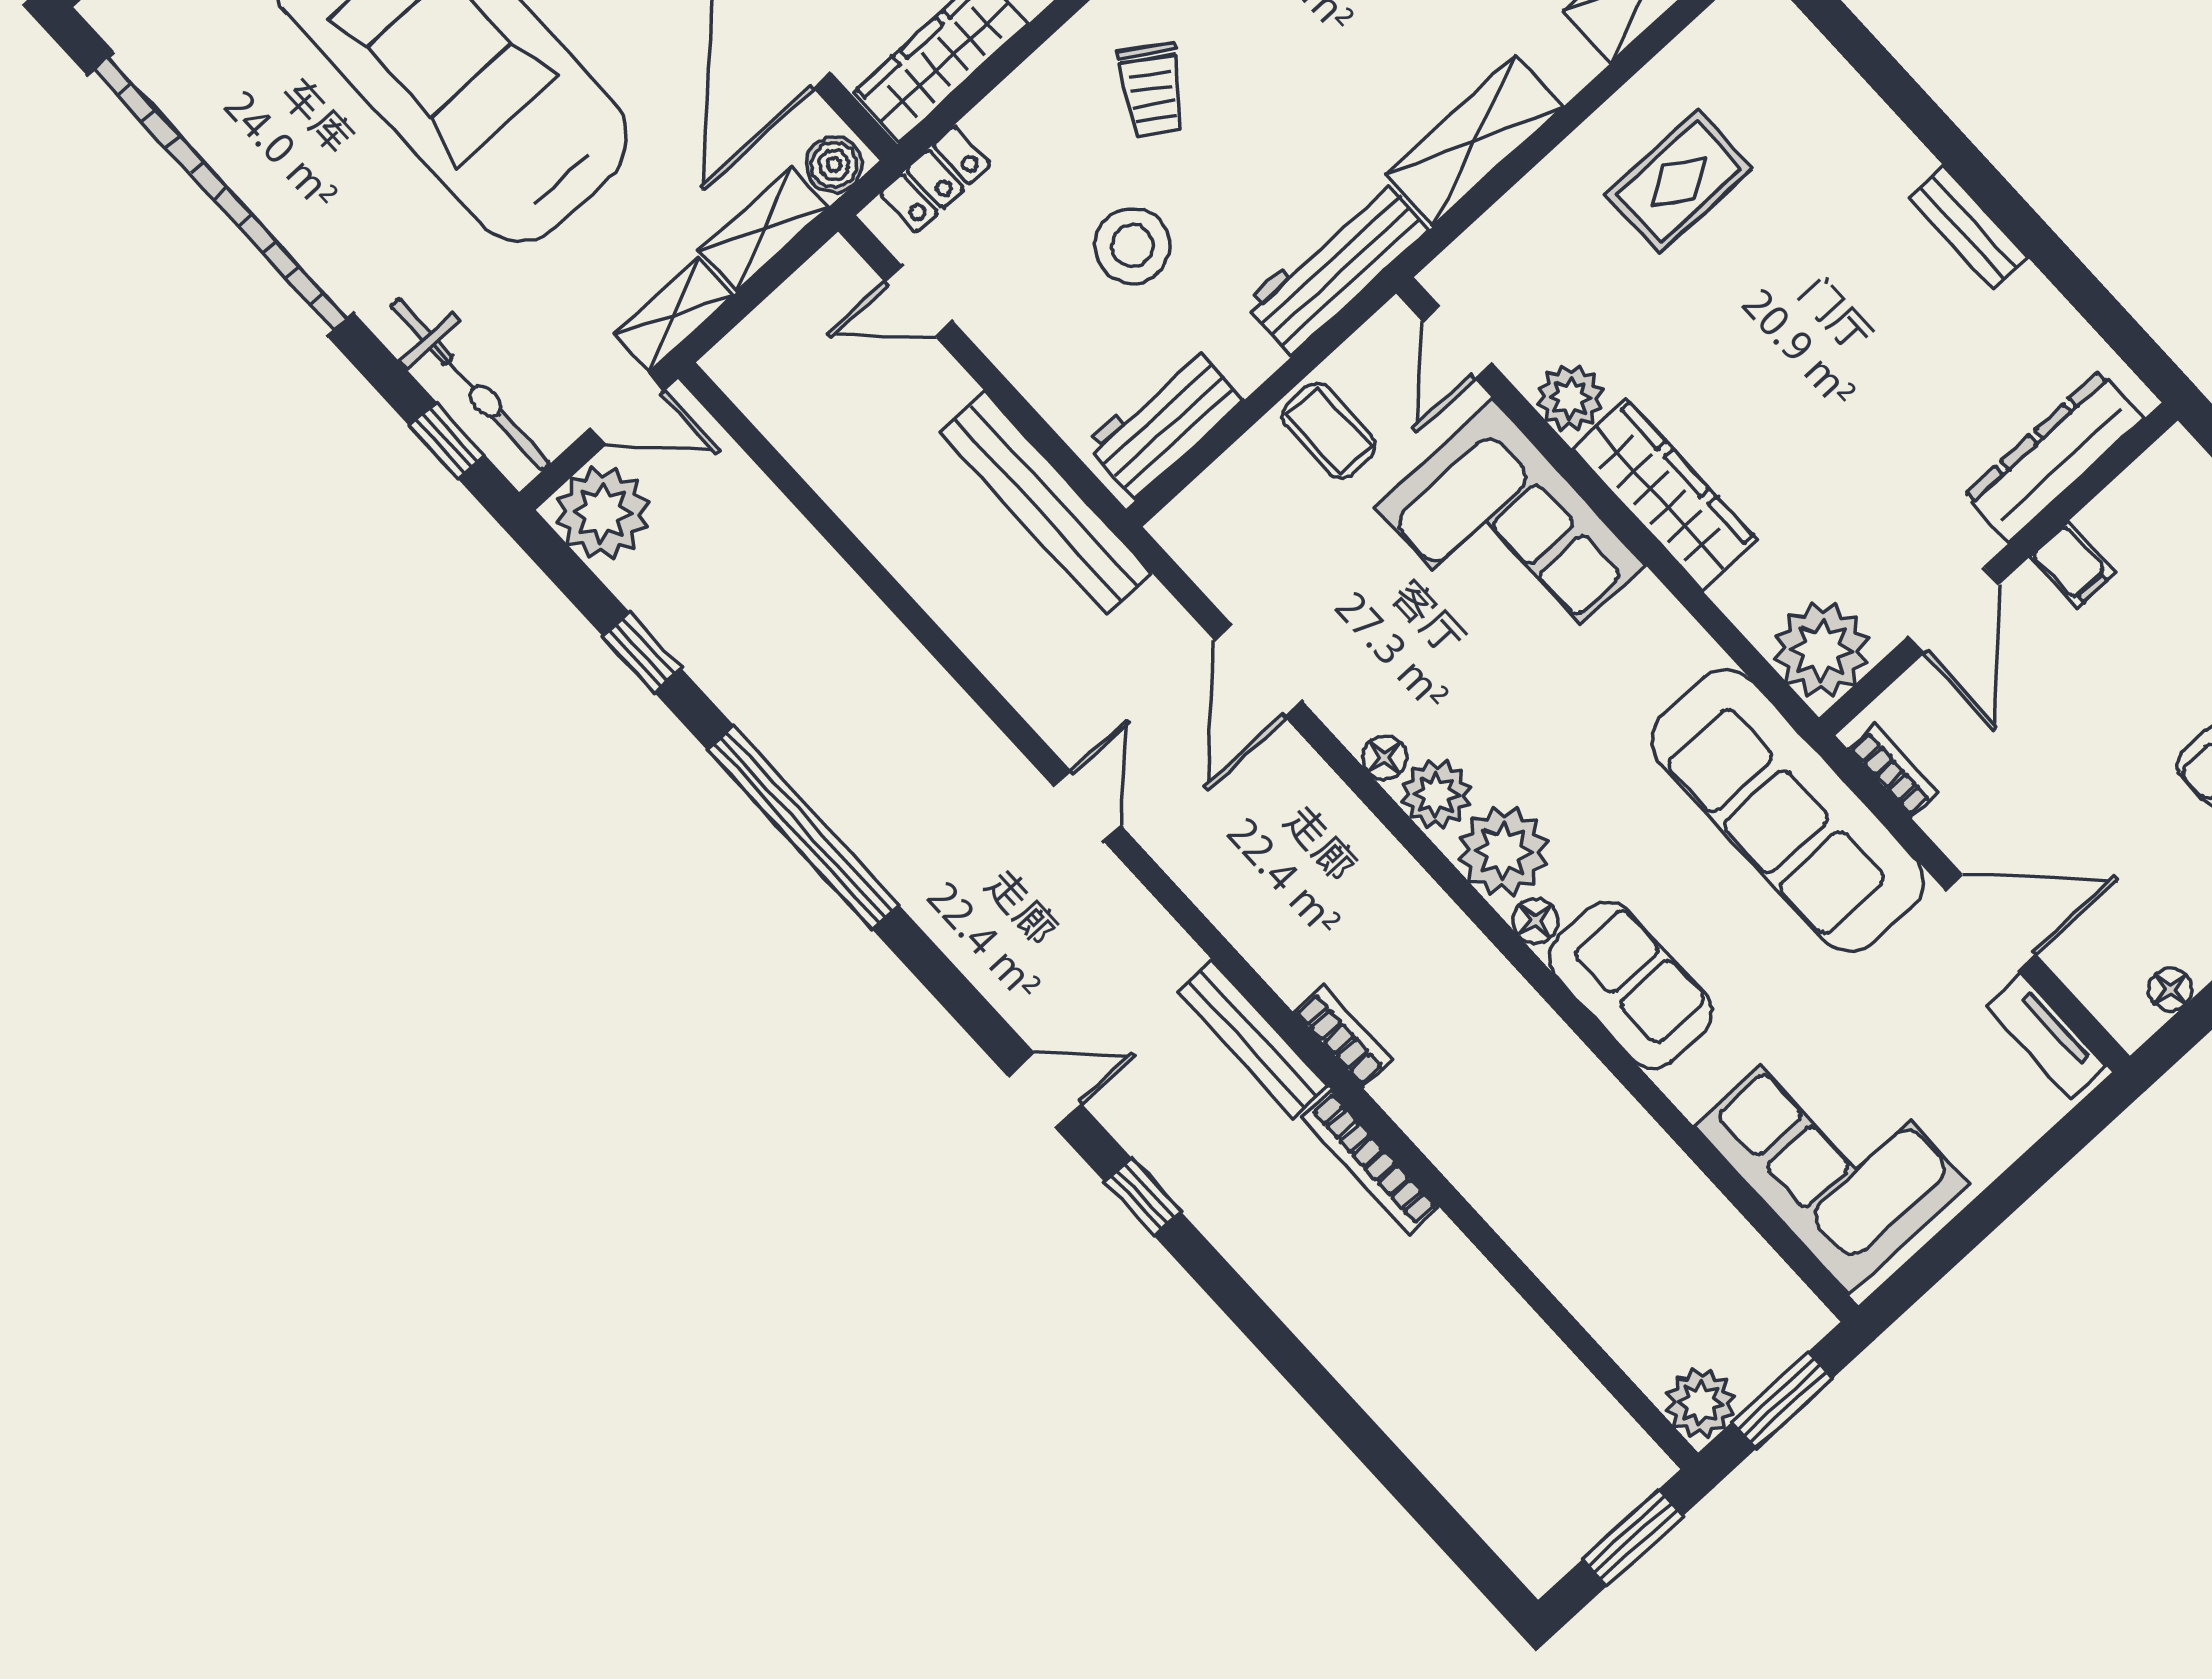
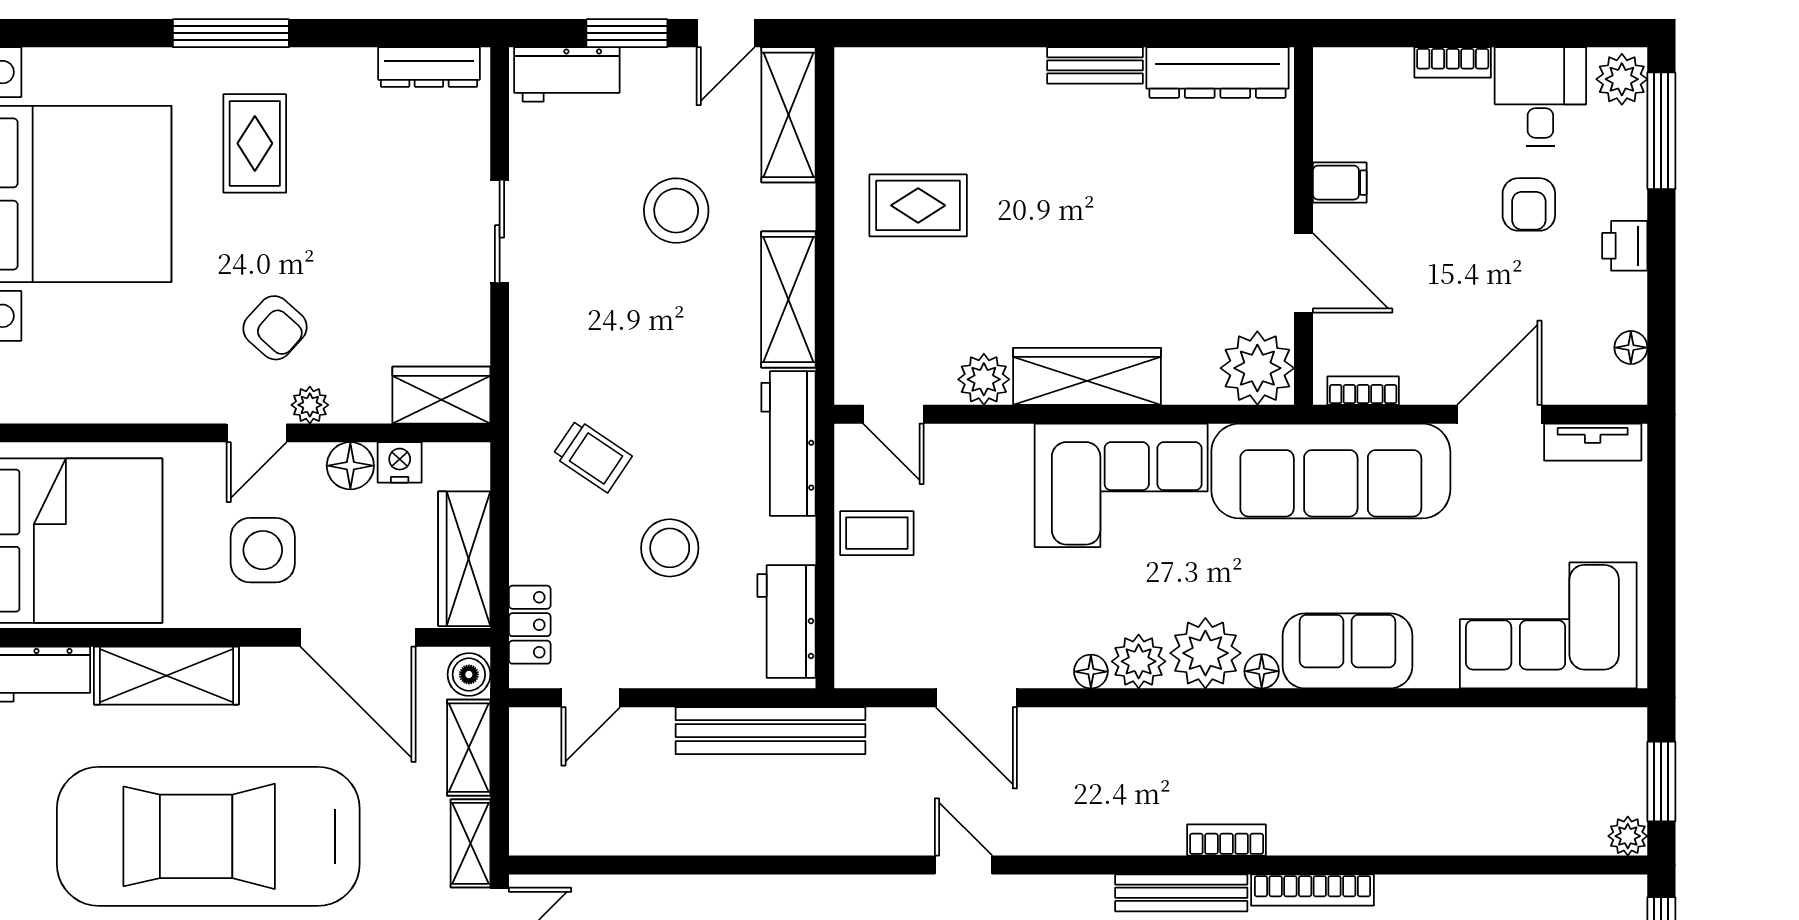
rug: (1679, 182) -> (918, 205), turned 90
dresser: (2054, 457) -> (1218, 72), moved, turned -90
corner sofa: (1510, 536) -> (1121, 485), moved
plant: (1700, 1403) -> (1628, 836), width x0.73, depth x0.73

